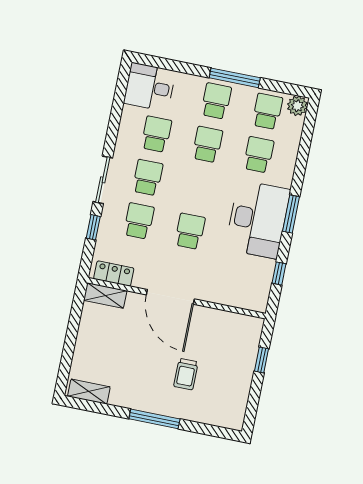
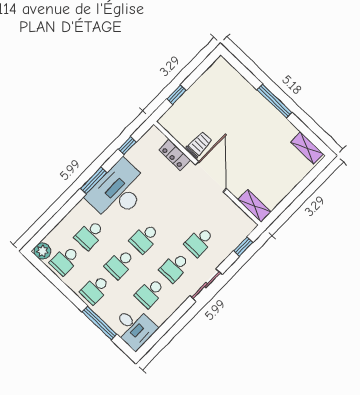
window: (235, 78) -> (99, 323), moved
window: (93, 227) -> (243, 247), moved
school desk: (190, 231) -> (145, 238), moved
locker: (114, 273) -> (175, 155), moved
trolley: (186, 374) -> (199, 144), moved

